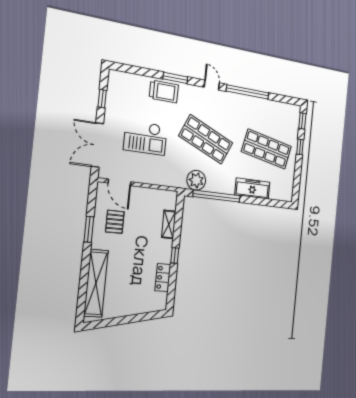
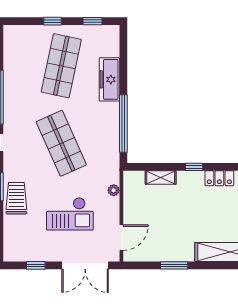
window: (302, 121) -> (92, 21), moved
checkout: (145, 138) -> (70, 214), turned 90
shop shelf: (206, 139) -> (61, 143), turned -48
plant: (196, 180) -> (114, 190), moved, width x0.53, depth x0.53
pallet: (115, 222) -> (164, 238), removed

